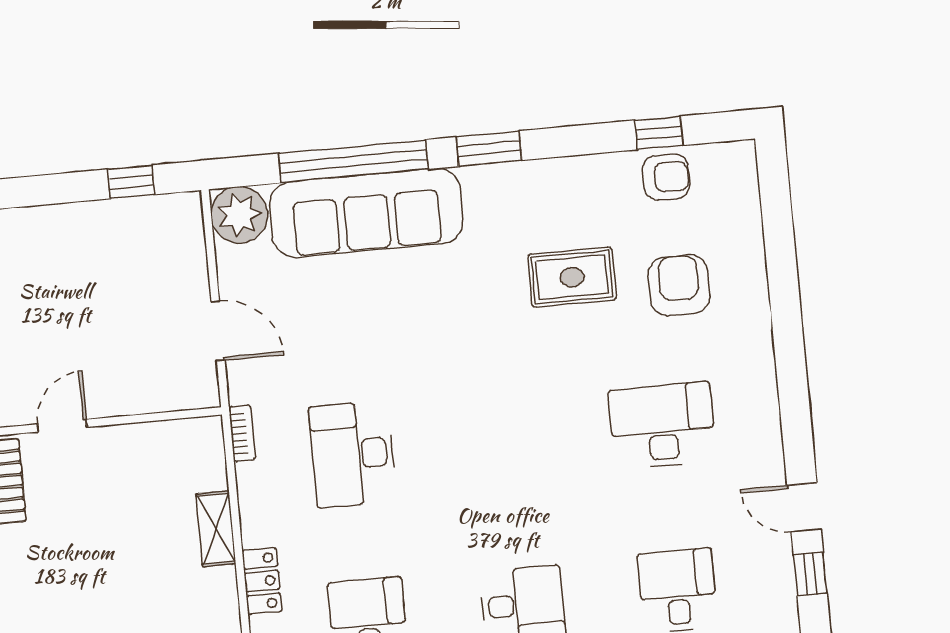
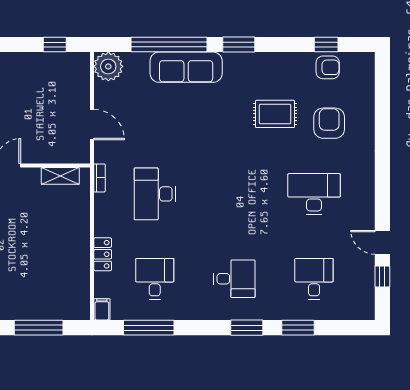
sofa: (366, 213) -> (186, 67), width x0.74, depth x0.79
shelving: (216, 529) -> (60, 176), moved, turned 90

